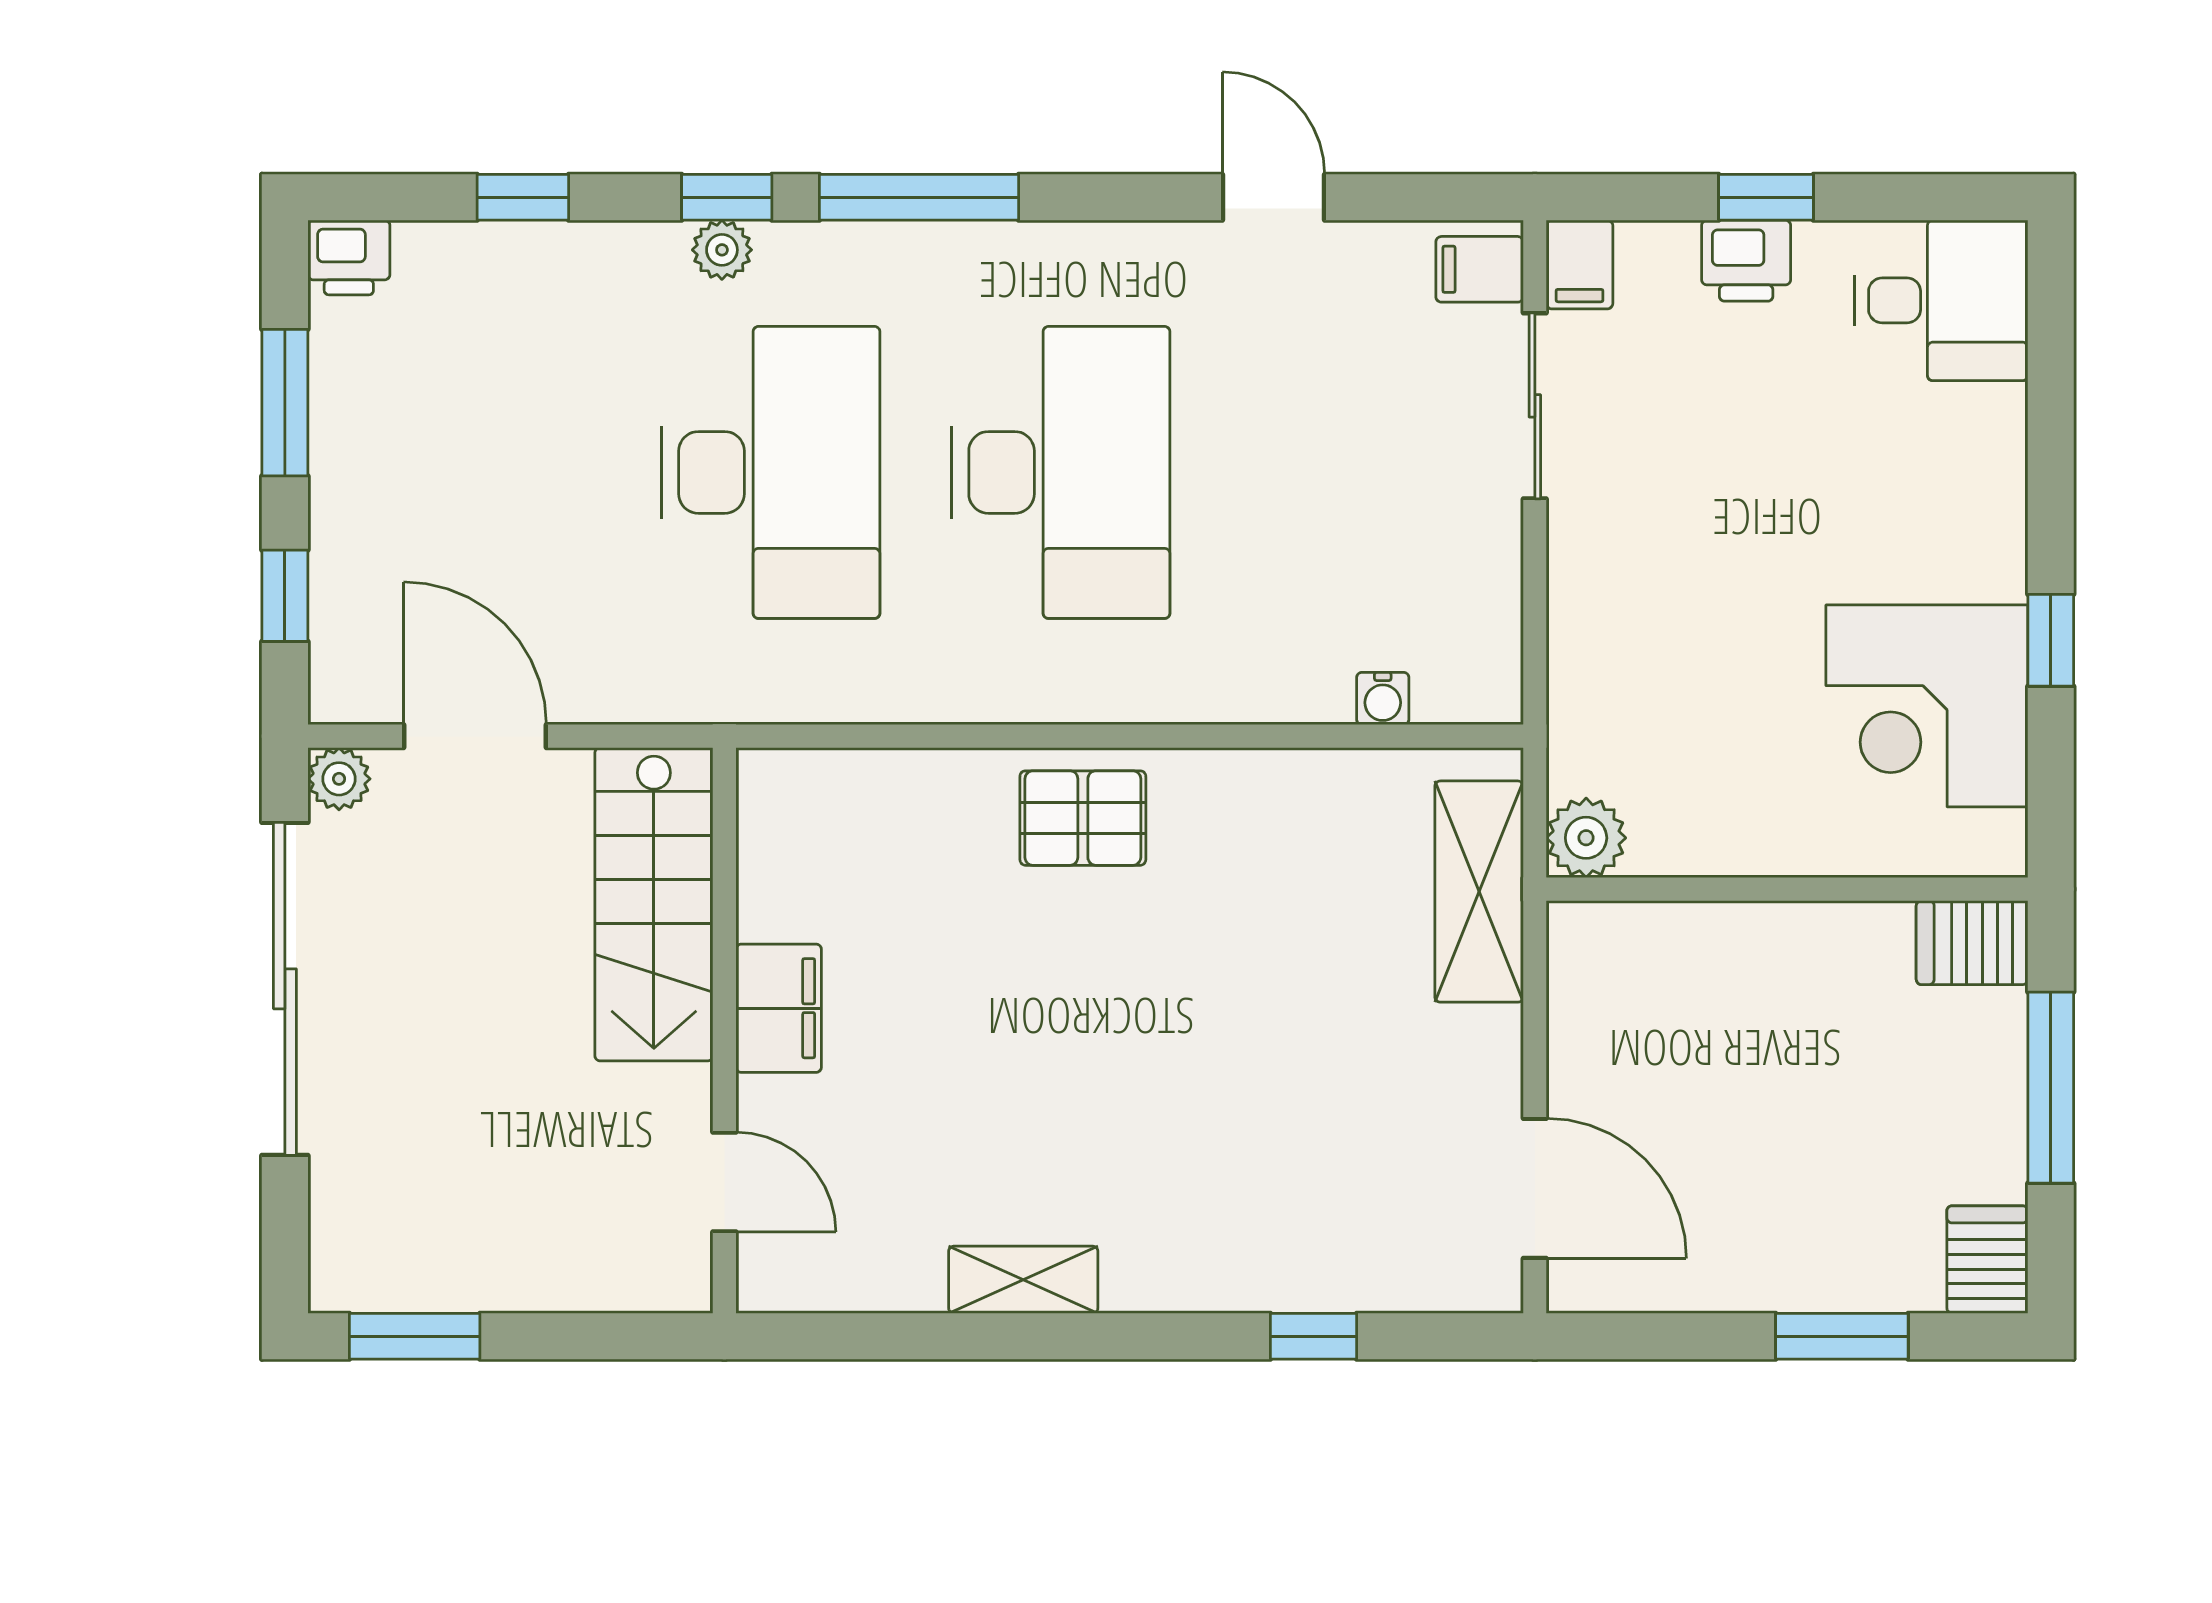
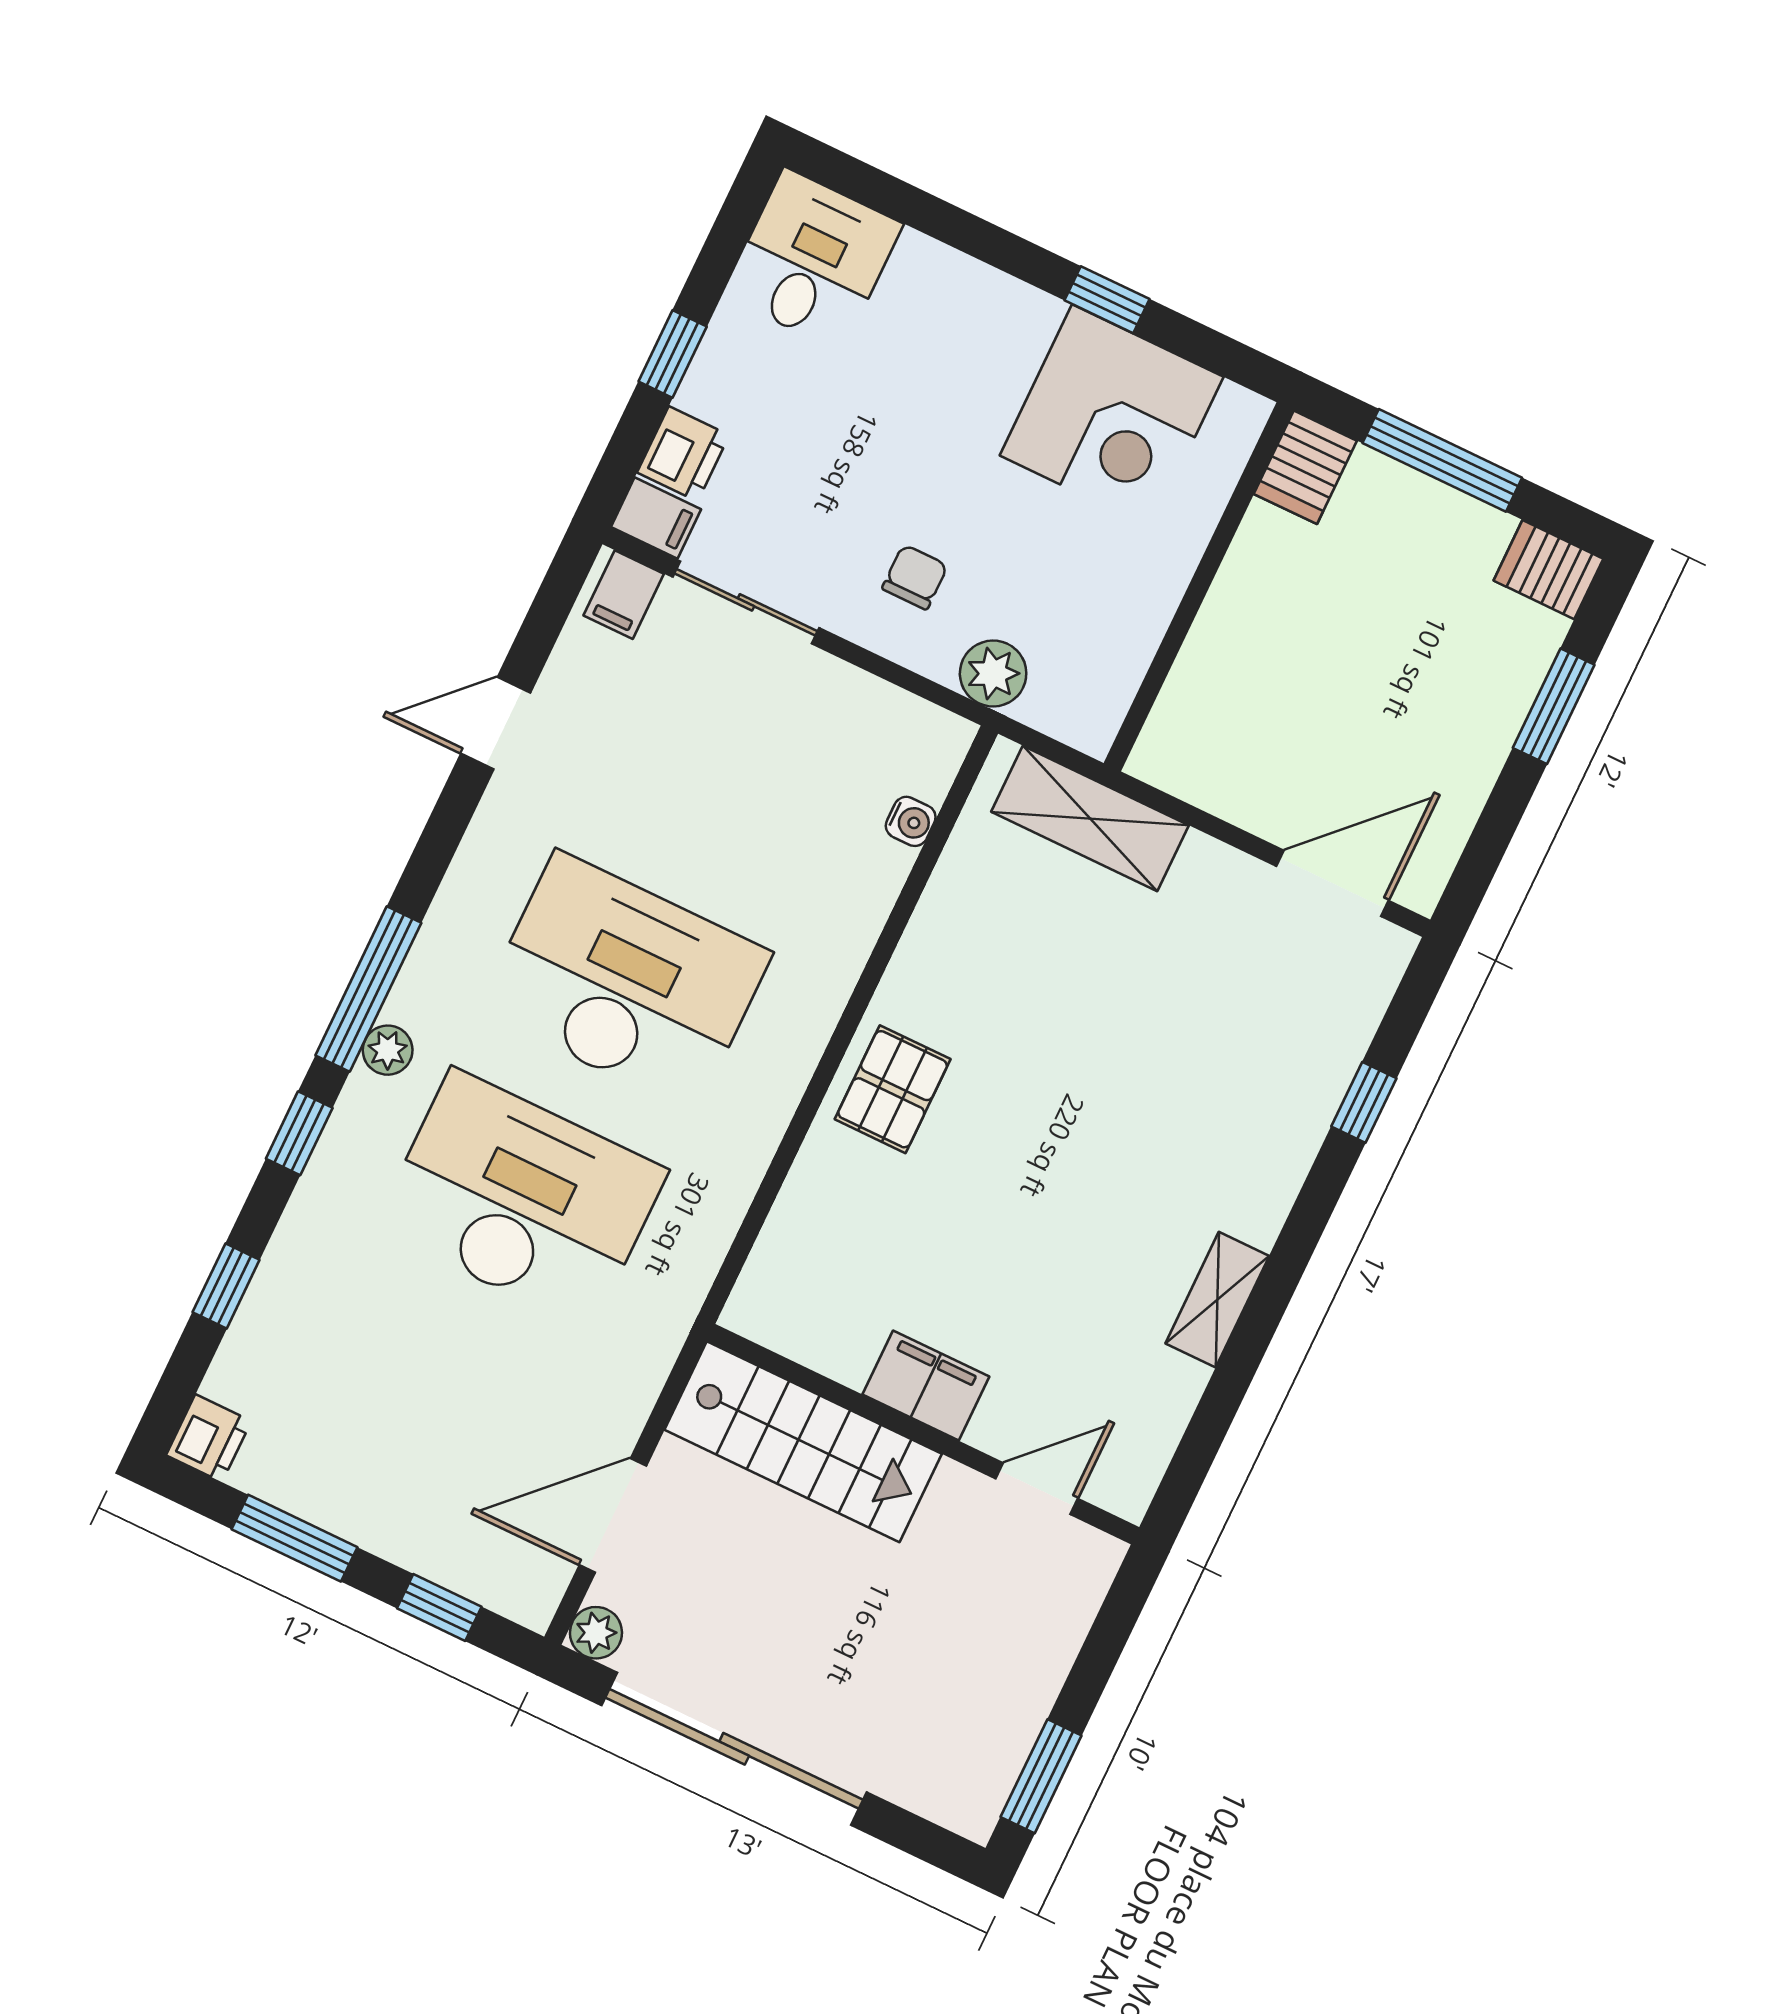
plant: (722, 250) -> (388, 1050), moved
printer: (1746, 261) -> (683, 454), moved
chair: (1650, 576) -> (915, 577), added
plant: (1586, 838) -> (993, 673), moved

